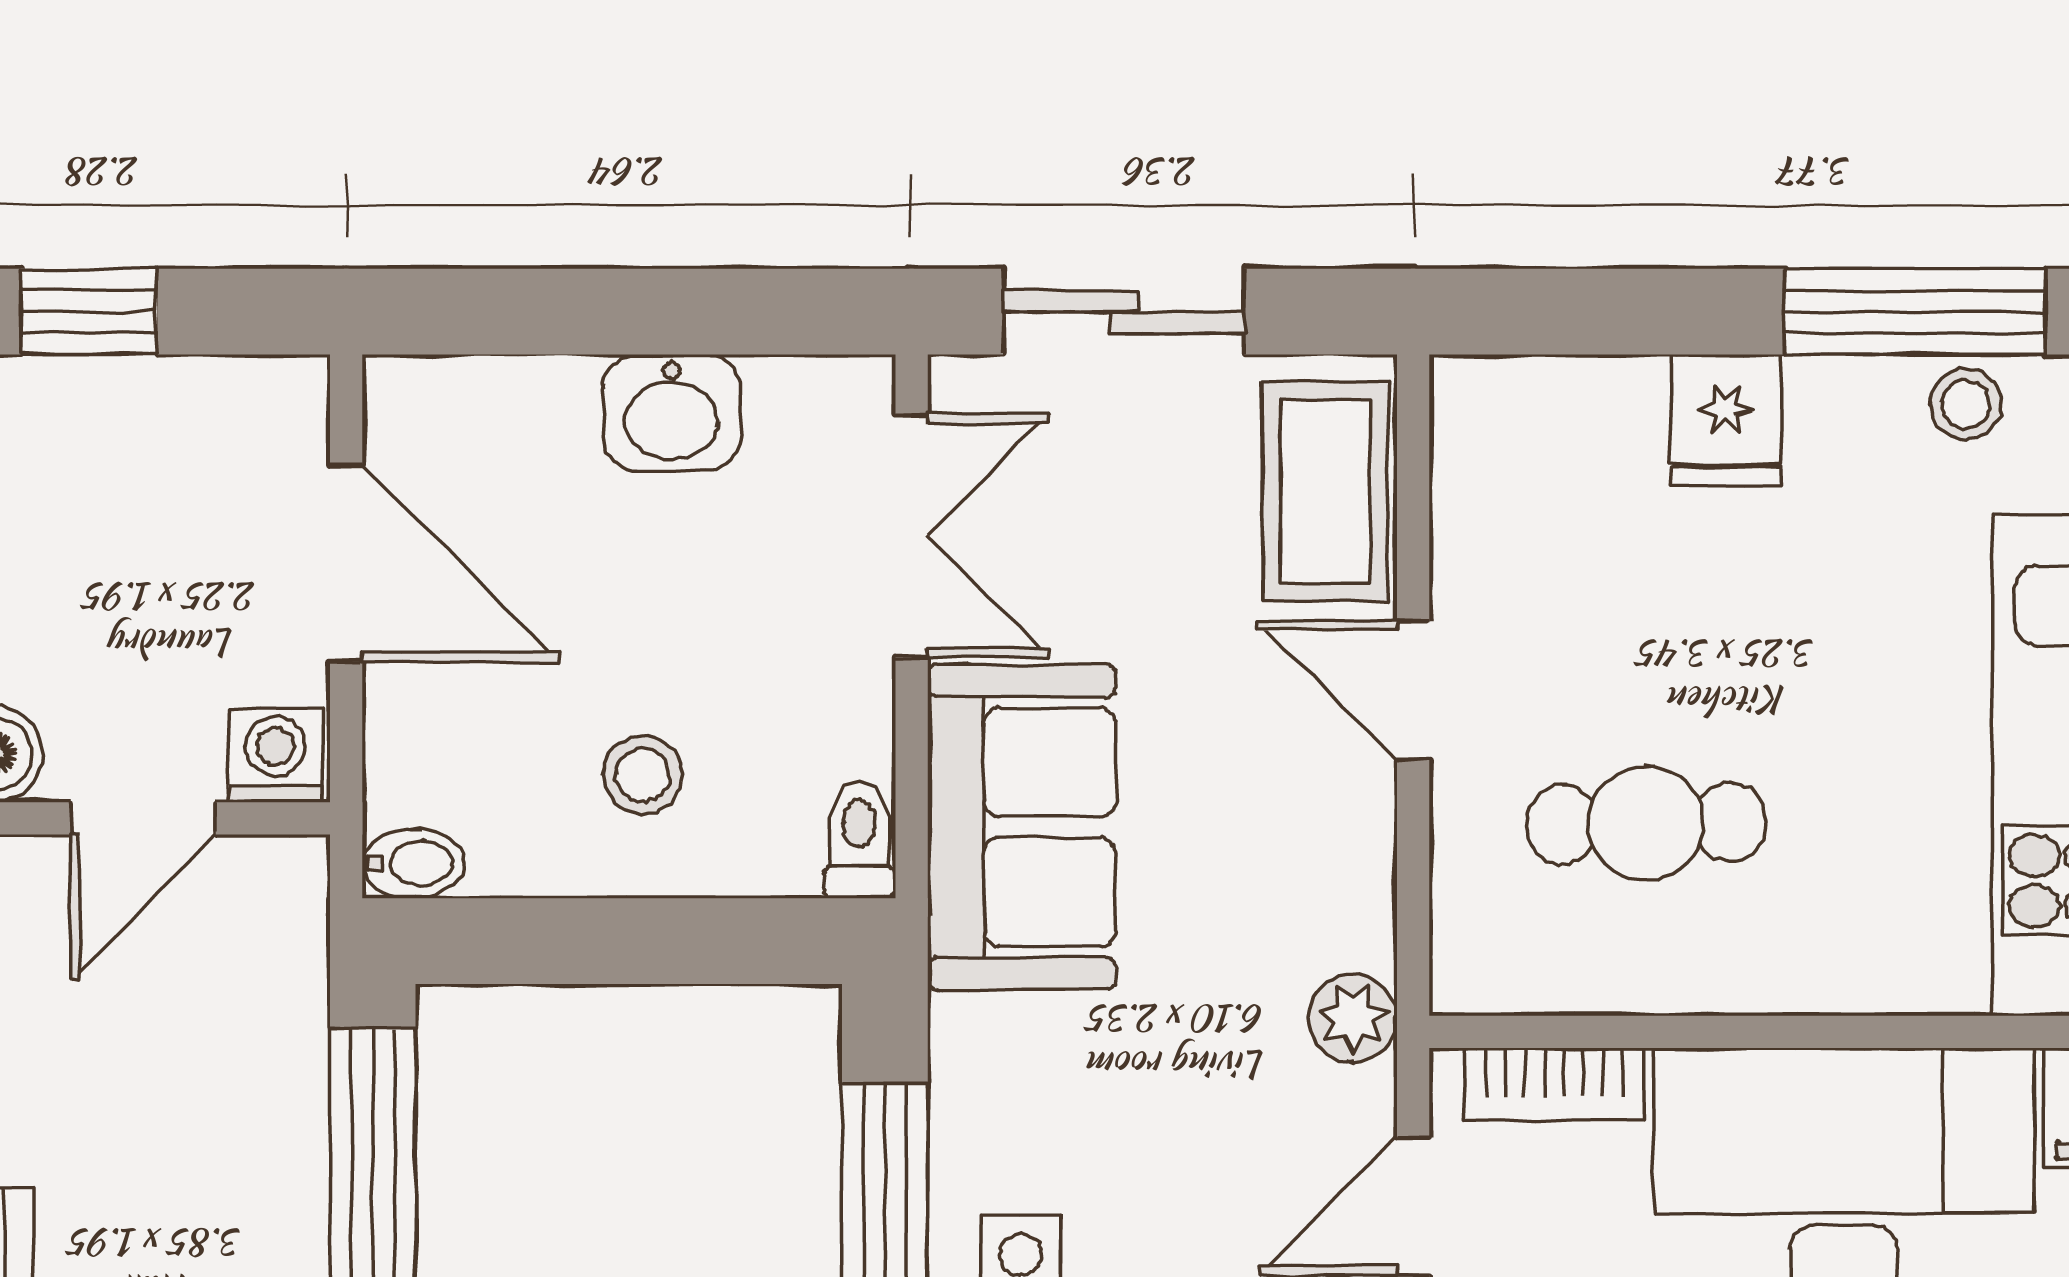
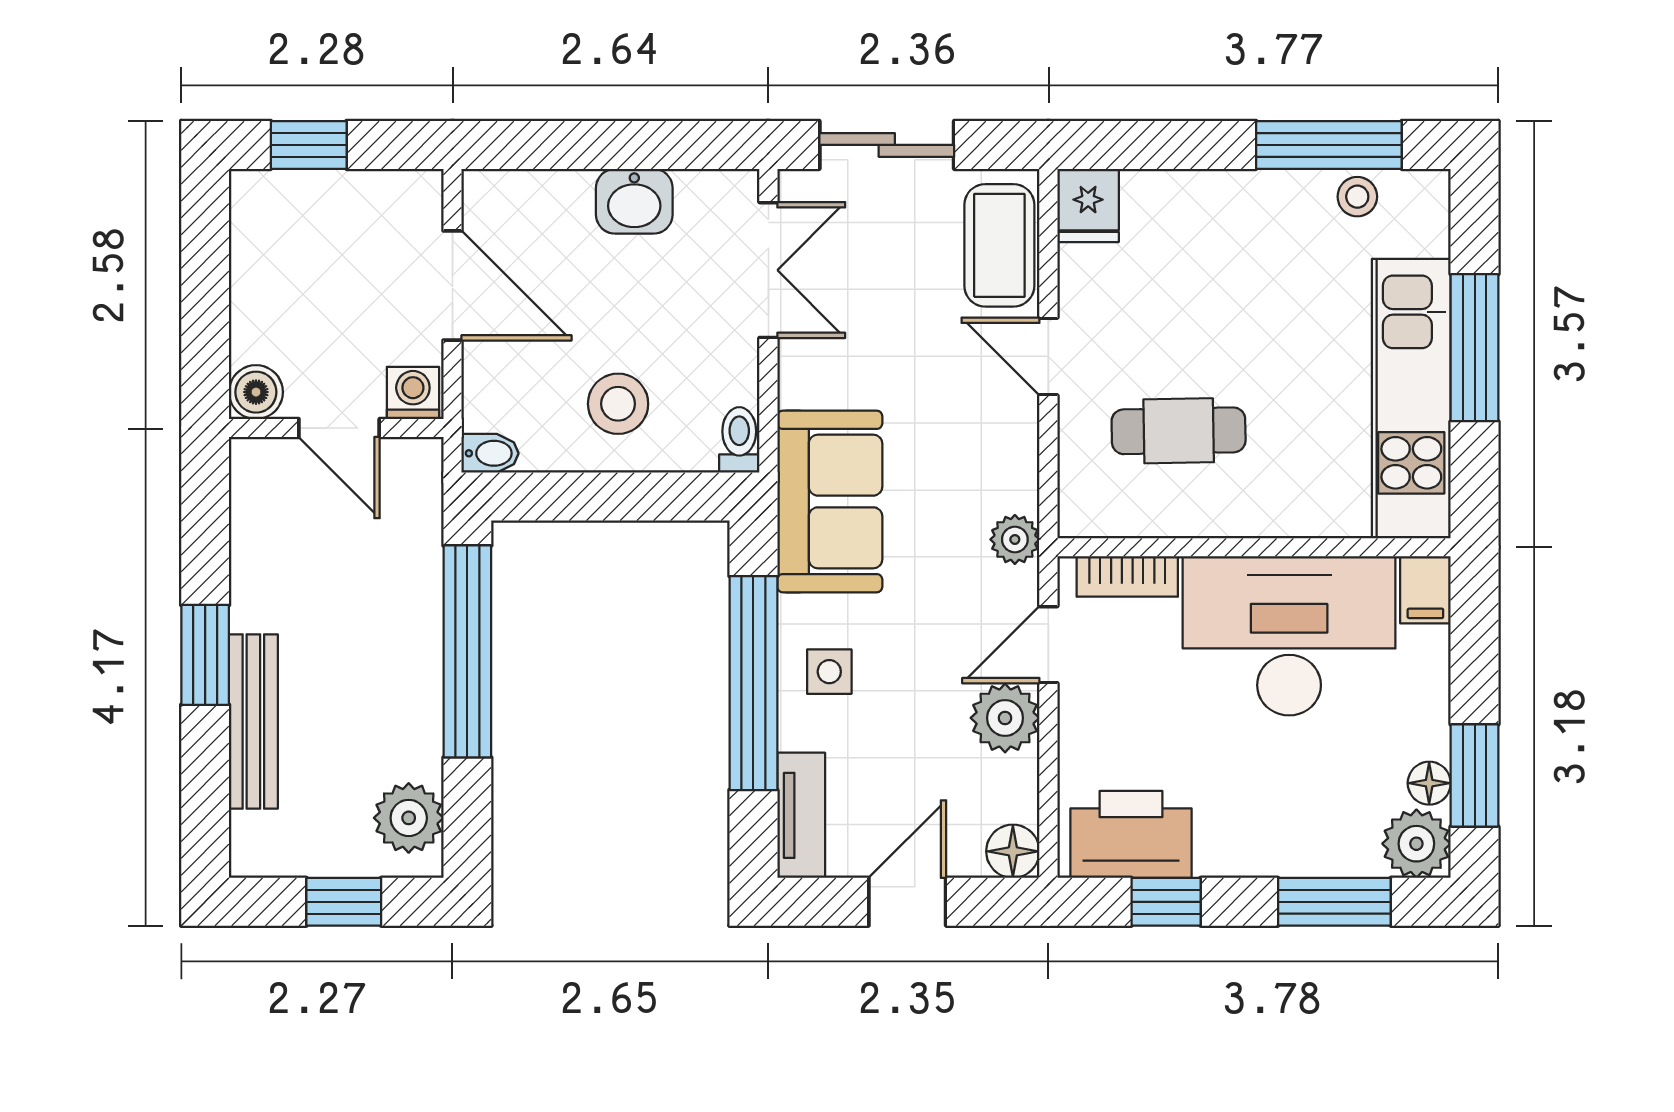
fridge: (1726, 420) -> (1088, 205), moved
stool: (643, 775) -> (618, 404), width x1.37, depth x1.37
door: (143, 818) -> (339, 428), hinge flipped
sofa: (1022, 827) -> (830, 501), moved

